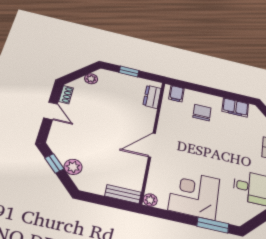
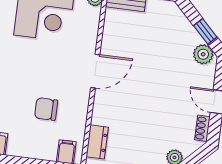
chair: (202, 113) -> (46, 109), moved, turned 90
plant: (73, 167) -> (203, 54), moved

